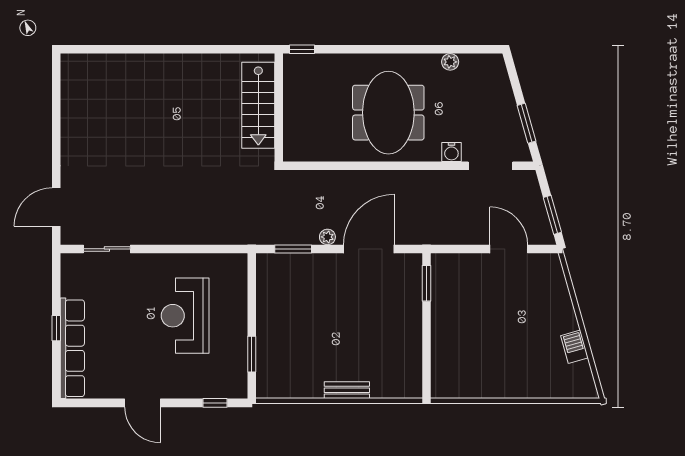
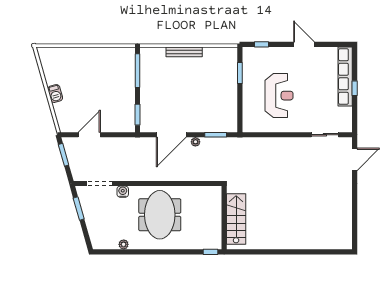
door: (509, 249) -> (89, 135), swing flipped
barbecue: (574, 347) -> (55, 94), moved
window: (426, 358) -> (137, 71), added
bench: (347, 390) -> (184, 52), width x1.36

